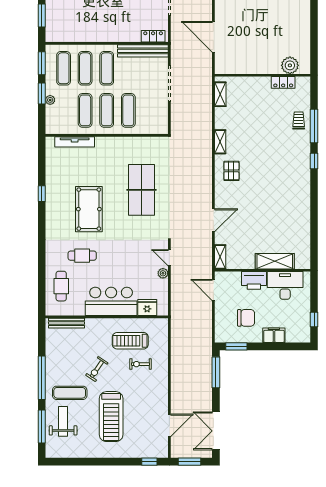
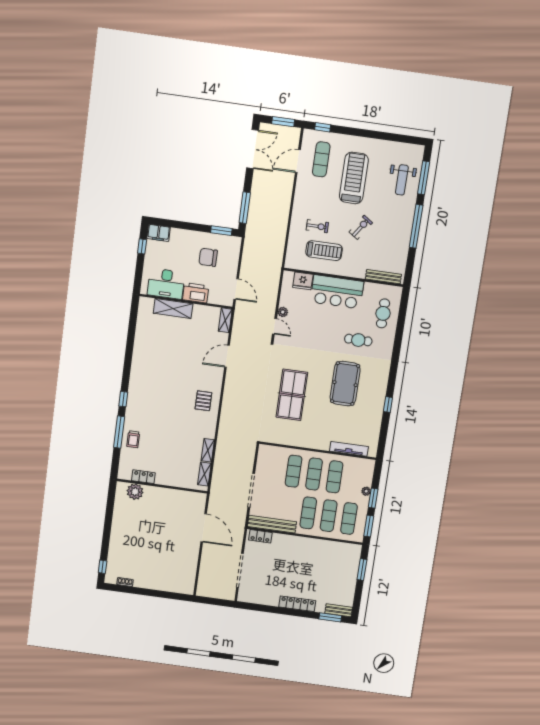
shelving: (220, 142) -> (208, 450), moved
filing cabinet: (274, 335) -> (159, 233), moved
exercise mat: (70, 393) -> (321, 159), moved, turned 90

